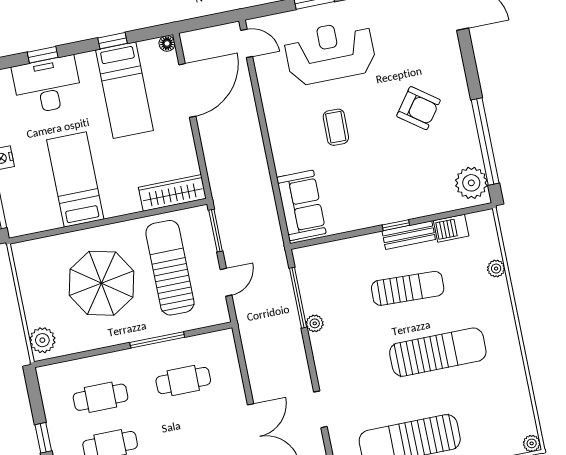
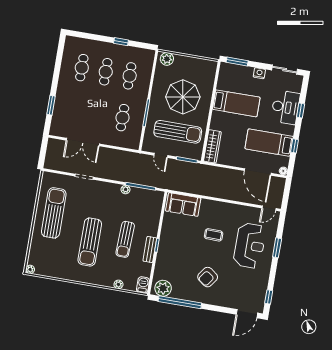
barbecue: (451, 228) -> (143, 285), moved

